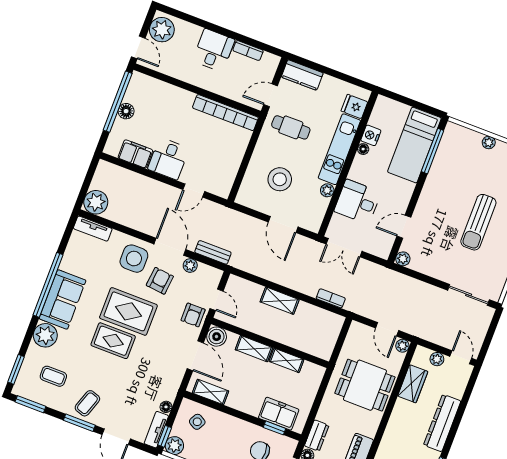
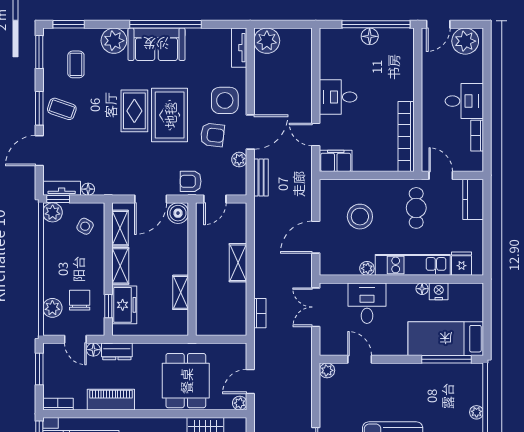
filing cabinet: (135, 154) -> (336, 161), moved, turned -90
shelving: (254, 349) -> (120, 266), moved

